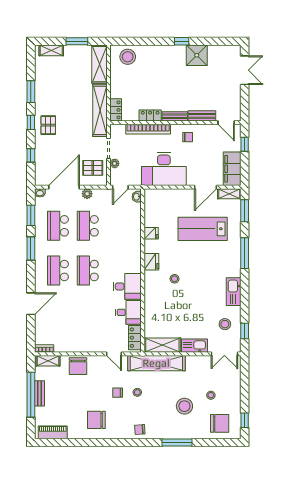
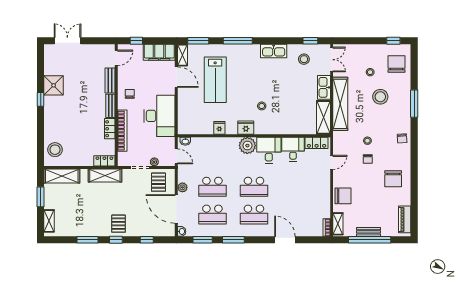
shelving: (100, 110) -> (105, 175), width x0.68
pallet: (48, 125) -> (119, 224), turned 90
plant: (132, 263) -> (247, 146), added
shelving: (156, 363) -> (340, 104), moved

